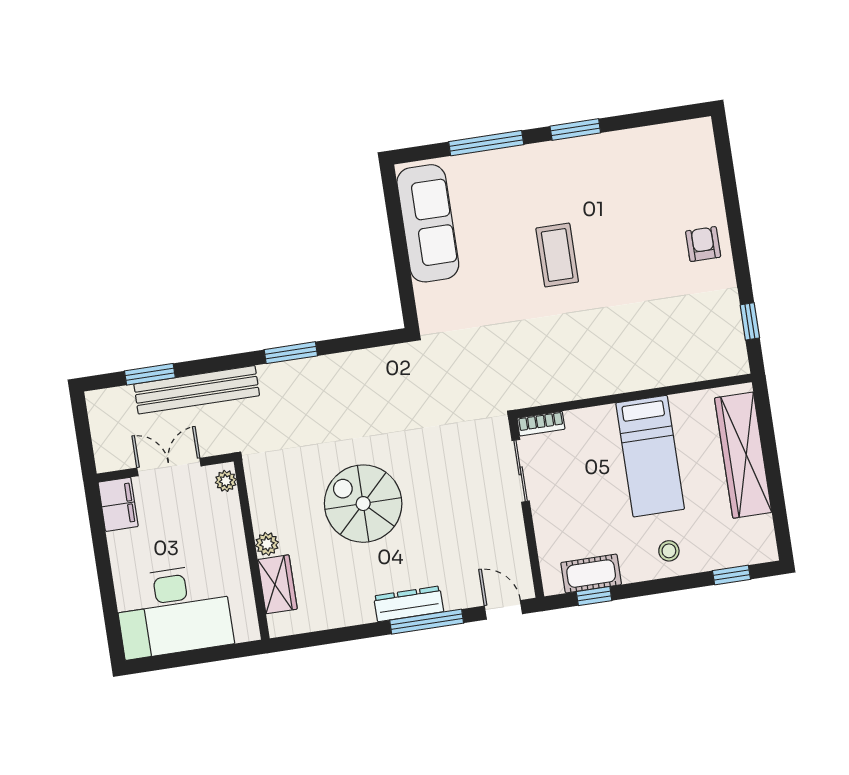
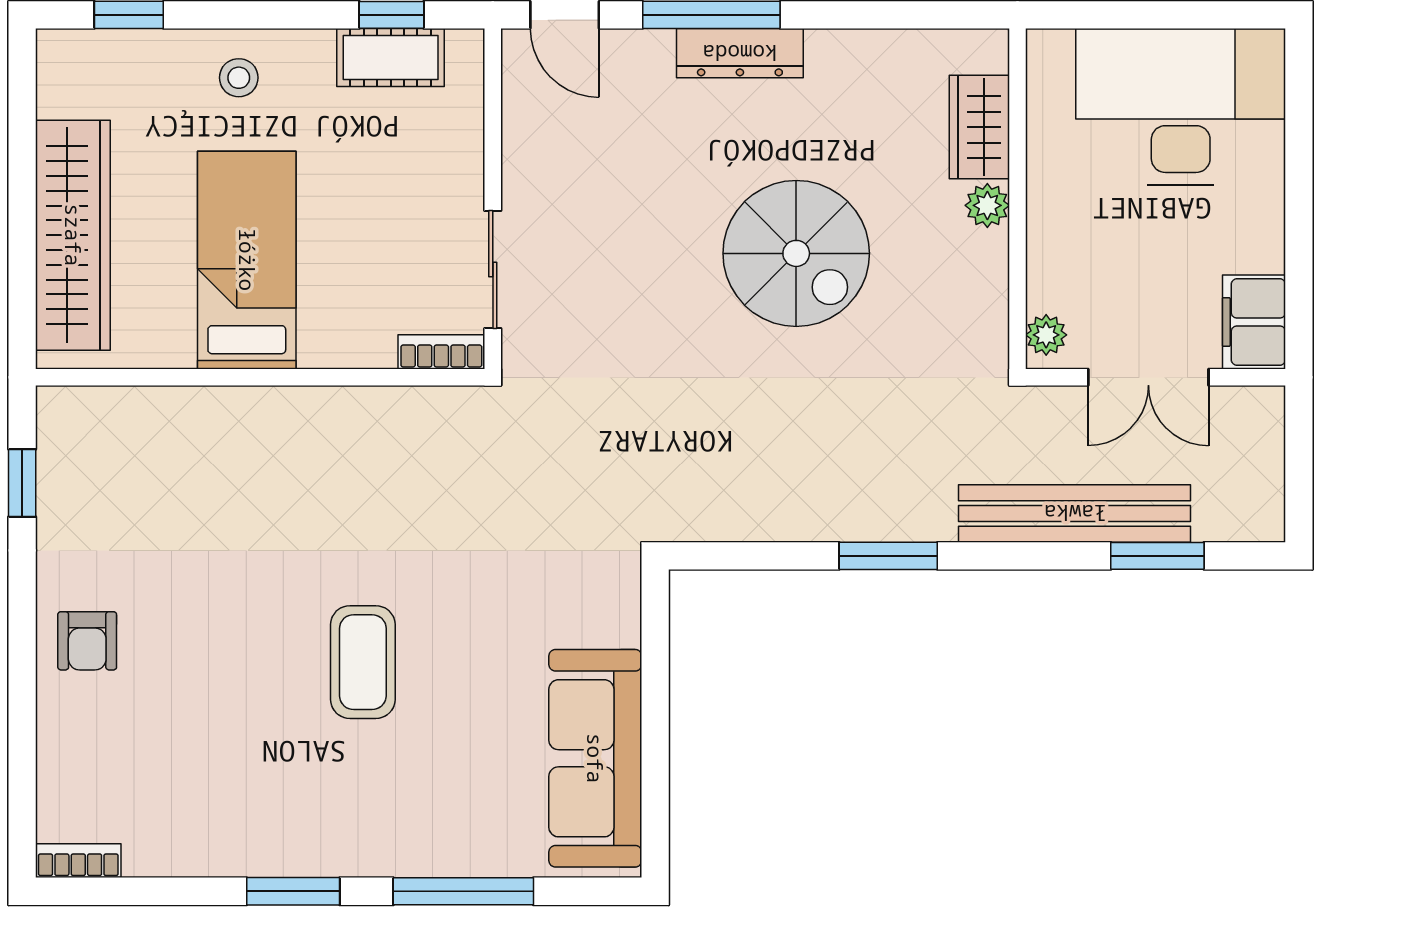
bookcase: (690, 128) -> (78, 861), added

